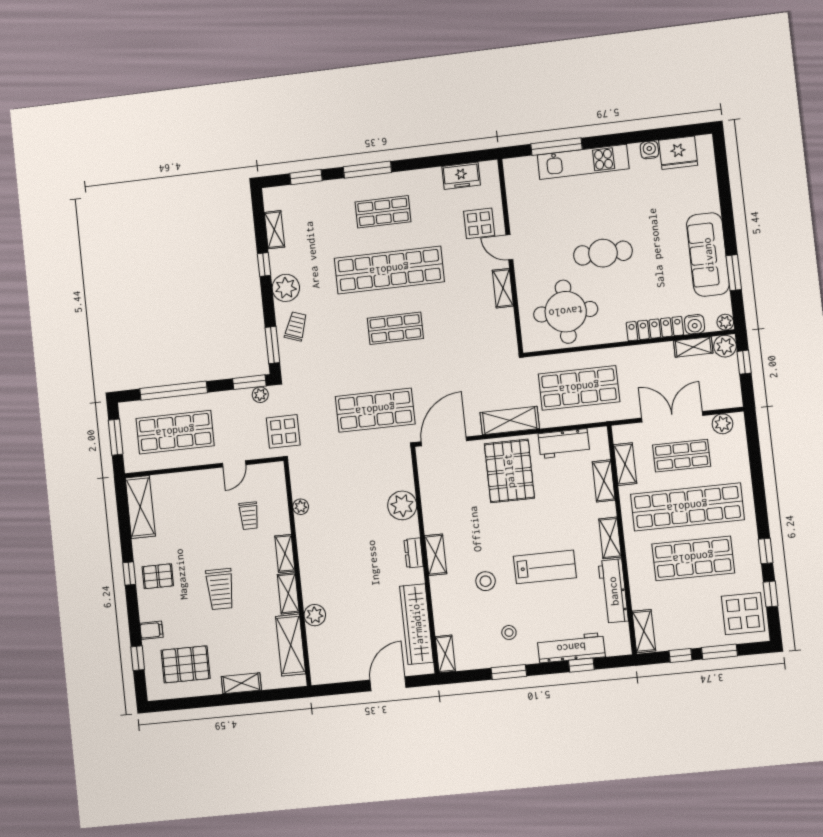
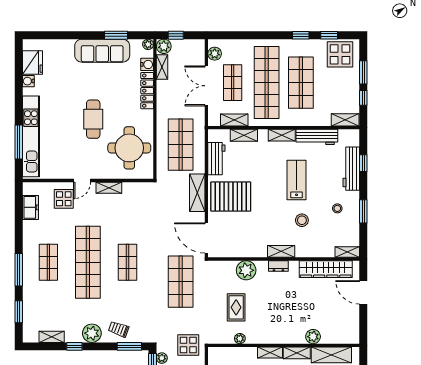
kitchen unit: (583, 162) -> (31, 136), width x1.36
rug: (346, 496) -> (236, 307), added

